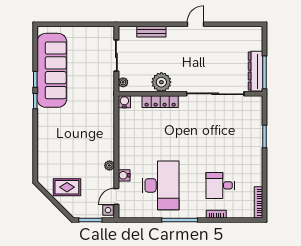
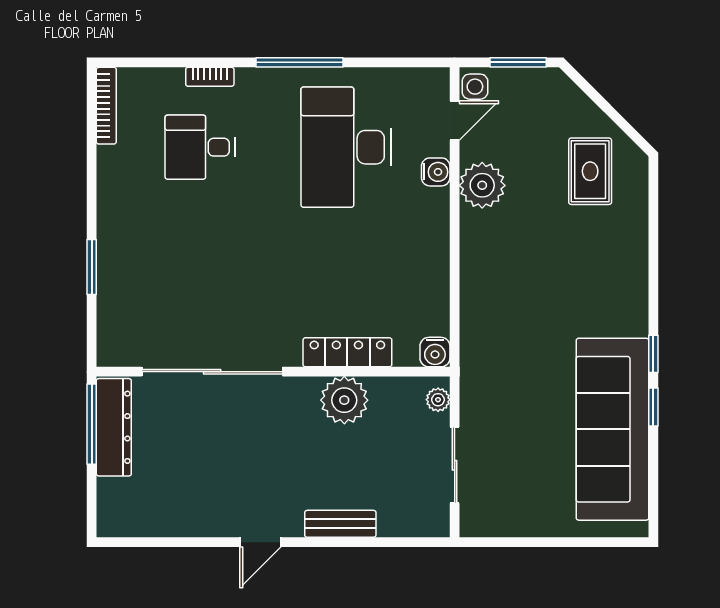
bench: (151, 32) -> (340, 524), moved
plant: (109, 166) -> (482, 185), width x1.87, depth x1.87
desk: (220, 185) -> (200, 147), turned 180
rug: (67, 187) -> (590, 171), moved, turned 90

